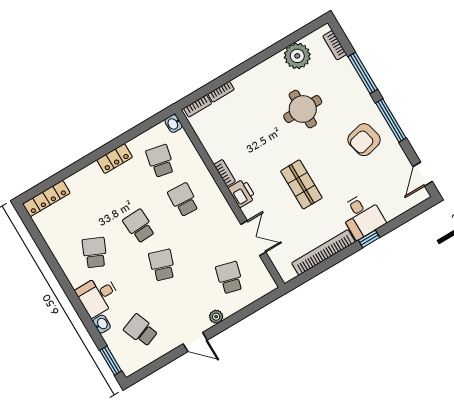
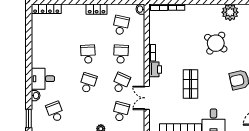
round table: (303, 109) -> (216, 43), turned 36
double door: (253, 238) -> (147, 98), swing flipped
school desk: (95, 253) -> (121, 83), moved

